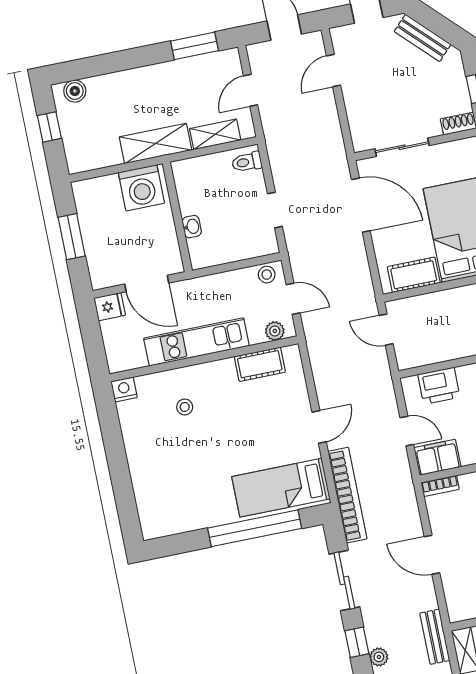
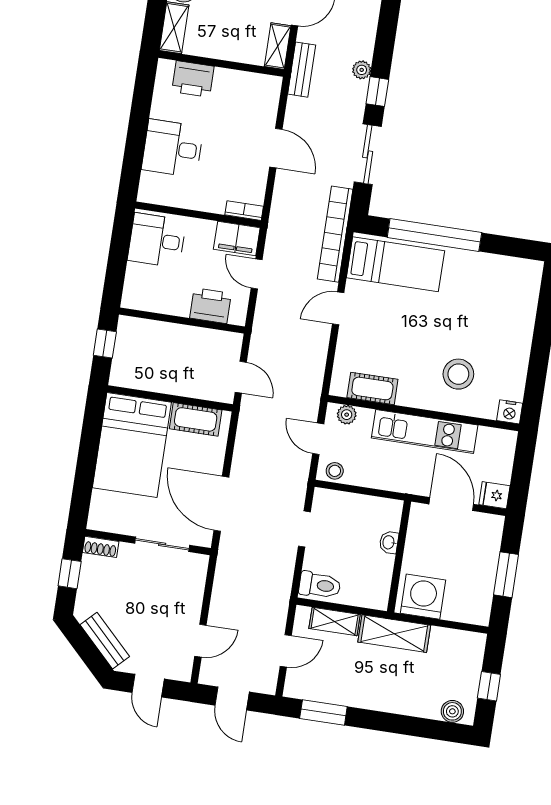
toilet: (247, 162) -> (320, 585), width x1.37, depth x1.39
stool: (185, 407) -> (458, 374), width x1.89, depth x1.89

